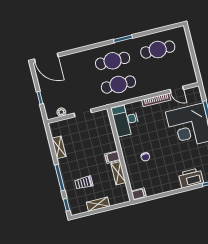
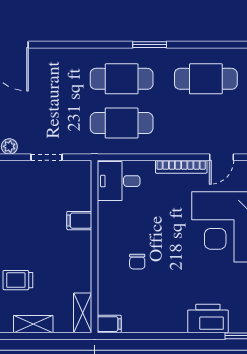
door: (177, 90) -> (222, 157), hinge flipped
desk: (126, 120) -> (119, 181), width x0.73
filing cabinet: (112, 157) -> (79, 221), moved
shelving: (118, 173) -> (83, 313), moved

